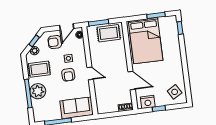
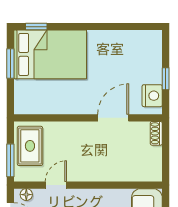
bed: (146, 41) -> (50, 54), moved
door: (90, 73) -> (56, 185), moved
side table: (175, 92) -> (141, 49), removed

